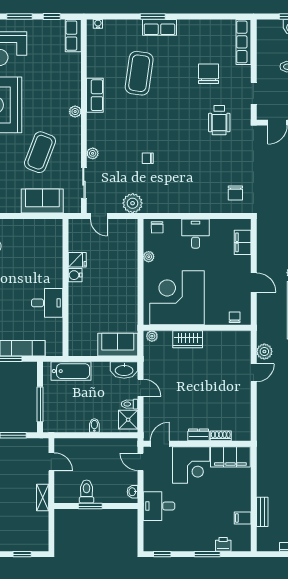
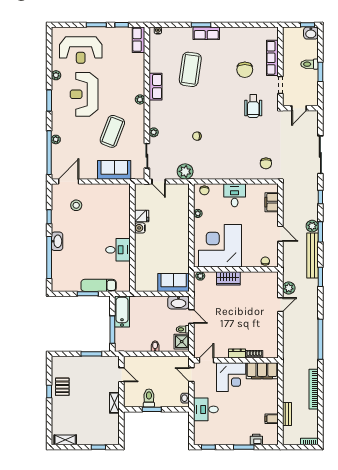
row of seats: (244, 42) -> (272, 58), moved
chair: (208, 74) -> (245, 70), turned 180
bathtub: (71, 371) -> (122, 312), moved, turned -90

